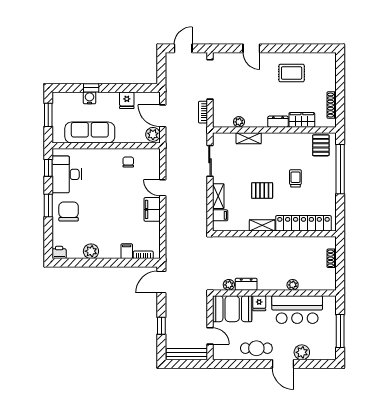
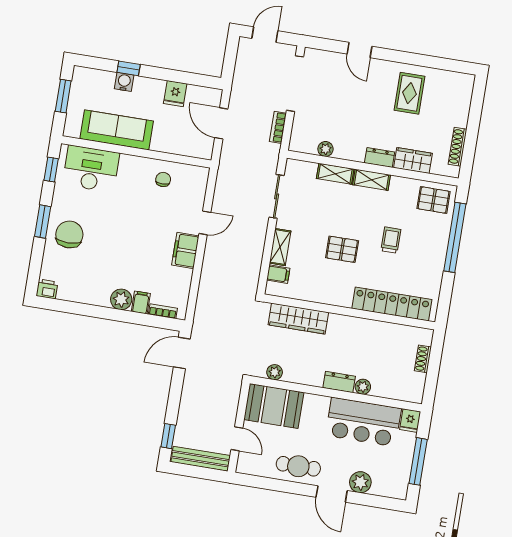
rug: (292, 73) -> (409, 93), turned 90
plant: (153, 134) -> (204, 147), removed
pallet: (321, 145) -> (434, 200), turned 90
desk: (67, 174) -> (91, 169), moved, turned 90
door: (163, 188) -> (205, 223), swing flipped
shelving: (262, 225) -> (372, 180), moved
wardrobe: (239, 244) -> (298, 319), added
plant: (91, 251) -> (121, 299), moved
dresser: (246, 284) -> (339, 382), moved
fridge: (259, 303) -> (410, 421), moved
window: (161, 326) -> (168, 436), moved

